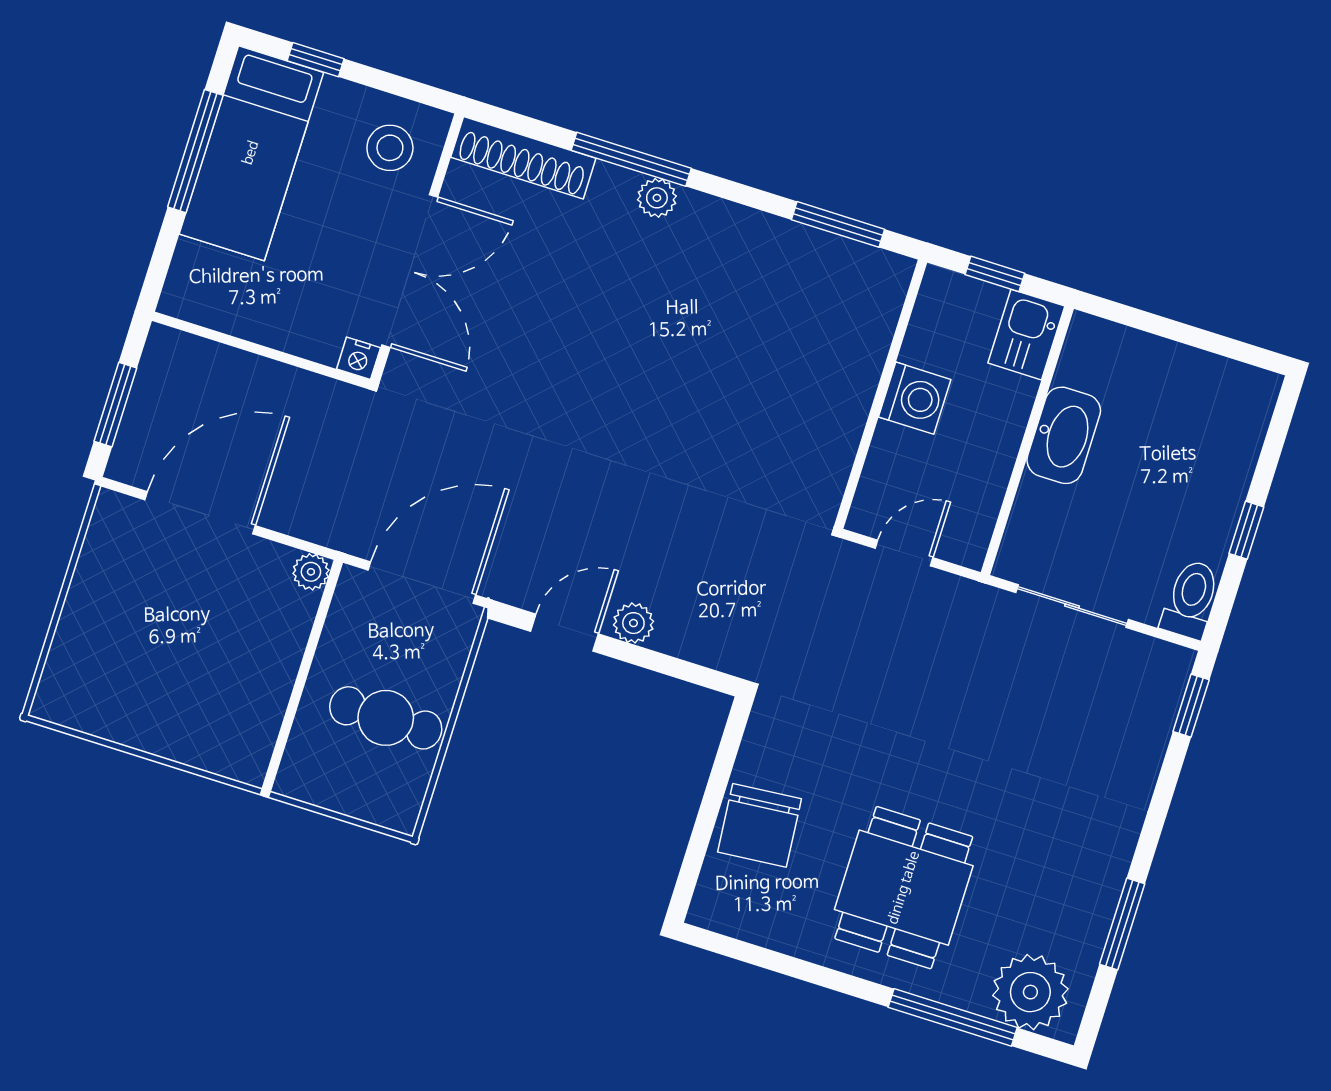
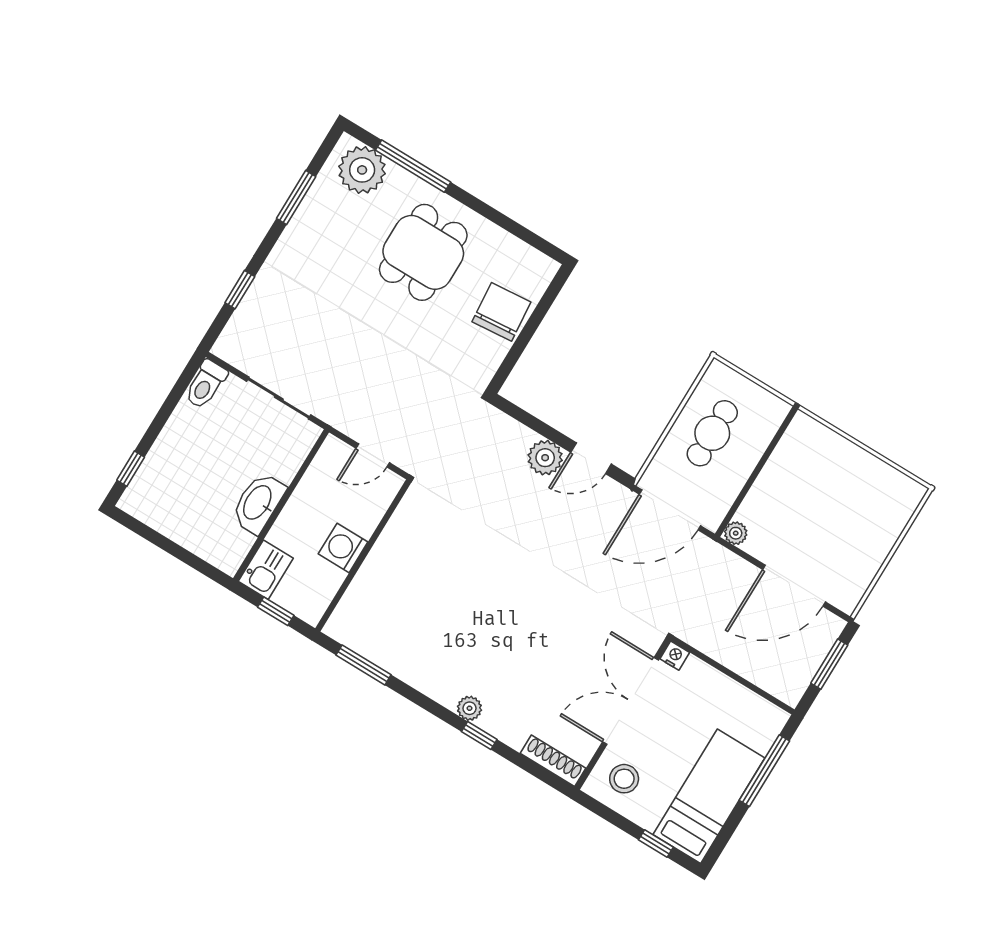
window: (195, 151) -> (764, 771), moved
shoe rack: (523, 158) -> (553, 761), width x0.74, depth x0.81
window: (631, 159) -> (479, 736), width x0.46
window: (1246, 530) -> (131, 469), moved
plant: (633, 623) -> (545, 458), width x1.38, depth x1.38
window: (1191, 706) -> (240, 290), moved
cafe table: (386, 718) -> (712, 433), turned 90

